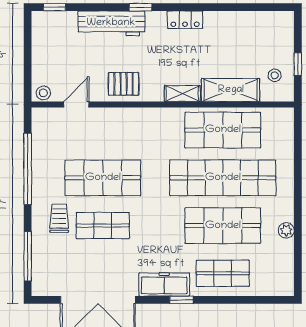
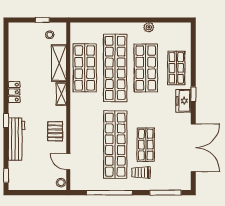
shop shelf: (103, 178) -> (115, 145), width x1.40
freezer: (164, 284) -> (183, 101), width x0.71

